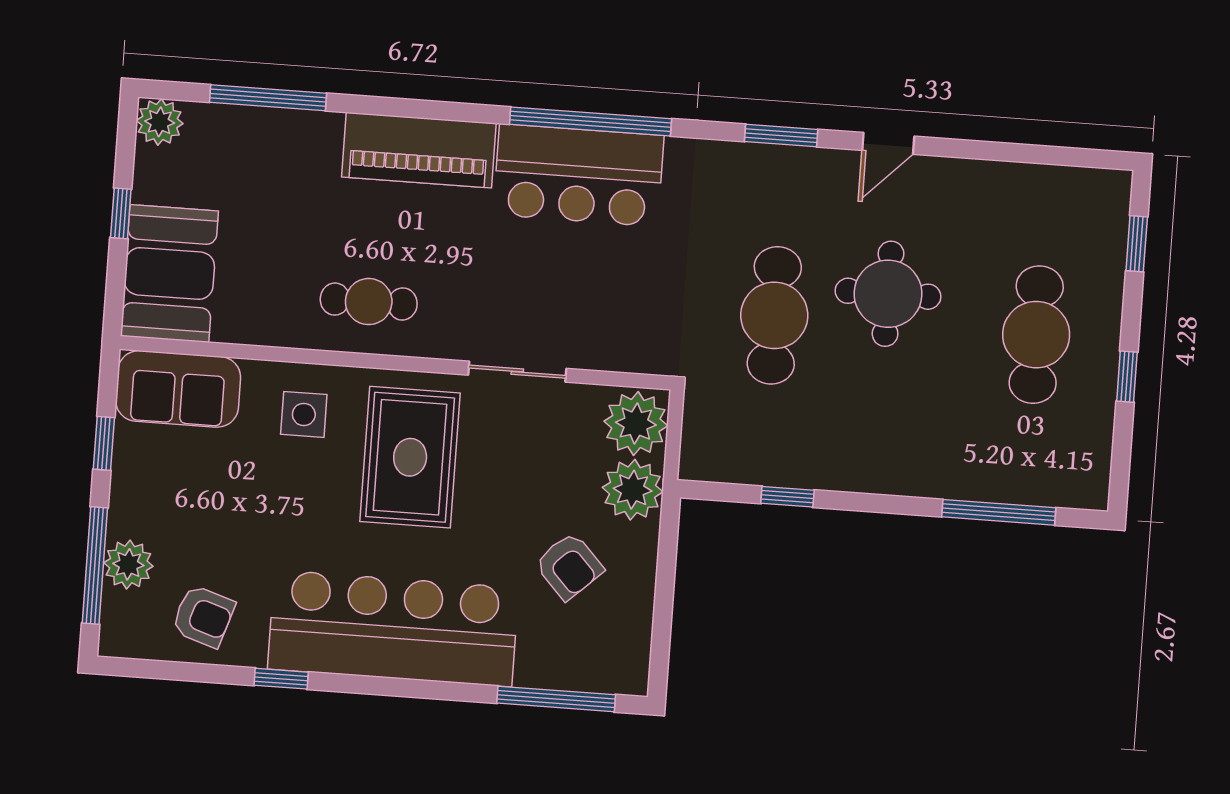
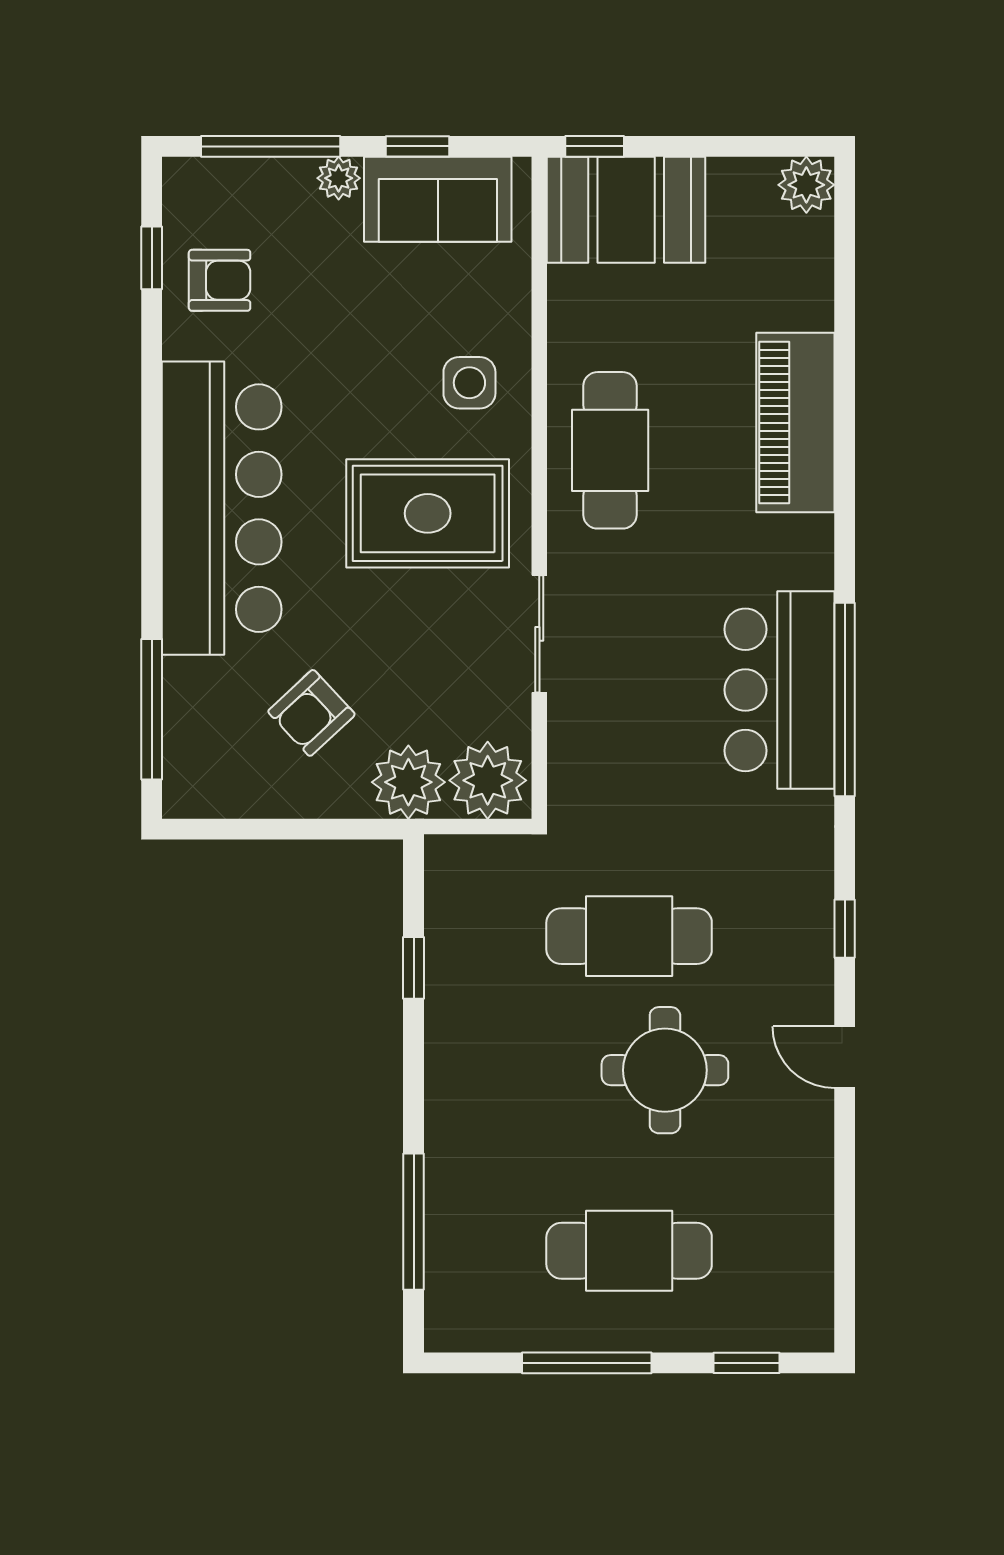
window: (268, 98) -> (845, 312), removed
window: (781, 135) -> (845, 929), width x0.67
piano: (419, 150) -> (795, 423), moved
window: (121, 213) -> (595, 146), moved
cafe table: (369, 302) -> (610, 450), width x1.37, depth x1.35
window: (1127, 377) -> (587, 1363), width x2.17
sofa: (178, 389) -> (438, 199), moved, turned -90
plant: (128, 564) -> (339, 178), moved, width x0.73, depth x0.73
armchair: (203, 616) -> (220, 280), turned -108
window: (281, 679) -> (152, 258), moved

